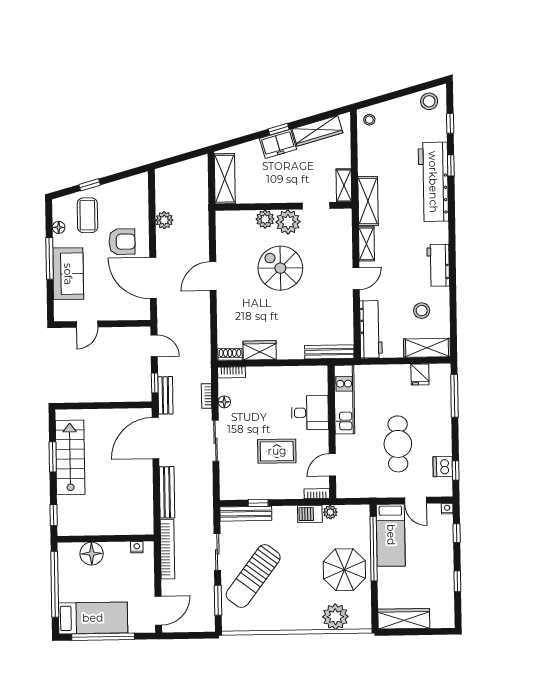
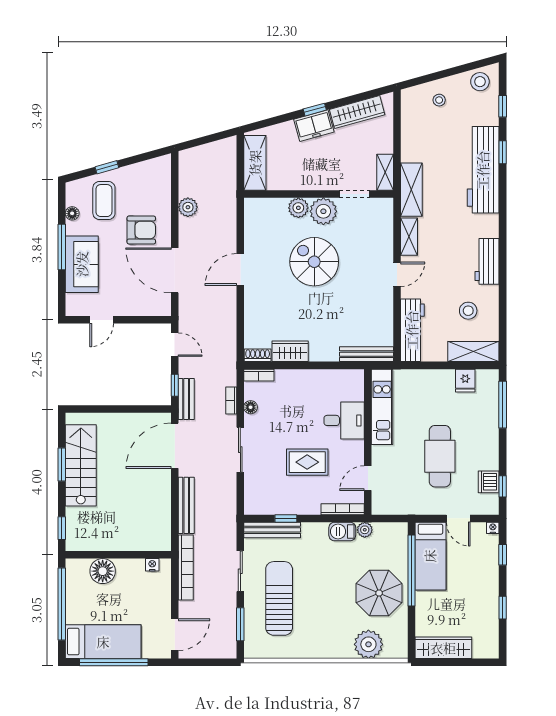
stool: (369, 120) -> (439, 100), moved
bookcase: (317, 494) -> (343, 509), width x1.56
sun lounger: (253, 576) -> (279, 598), turned 143

